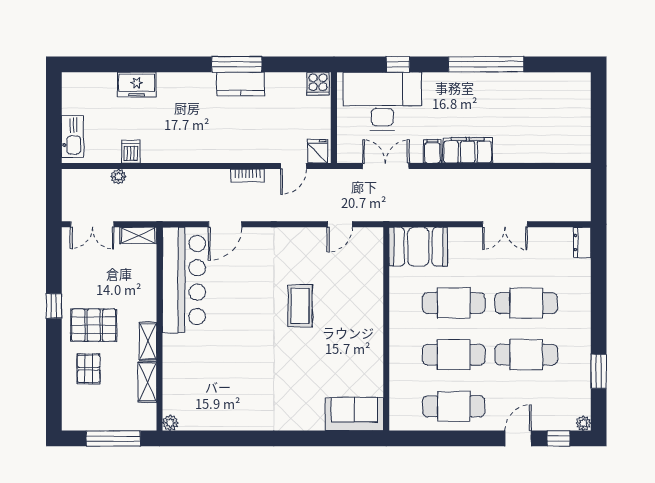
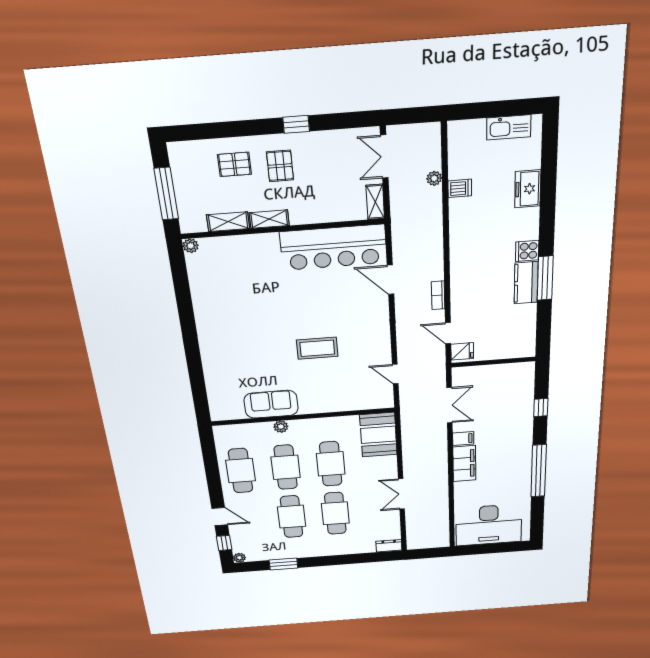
cooker: (318, 84) -> (527, 251), moved
desk: (382, 101) -> (489, 525), moved, turned 90
kitchen sink: (73, 137) -> (509, 127), moved
pallet: (94, 325) -> (280, 166), width x0.67, depth x0.71
plant: (397, 355) -> (281, 427), added
sofa: (354, 414) -> (271, 404), moved, turned -90

